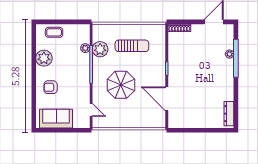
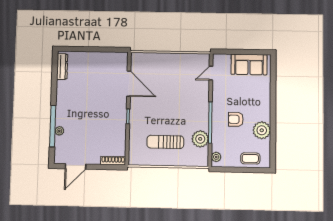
plant: (85, 48) -> (216, 157), moved
parasol: (121, 85) -> (178, 100), removed
armchair: (51, 87) -> (236, 119), moved, turned 180
door: (91, 110) -> (211, 73), hinge flipped

